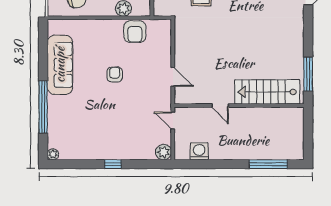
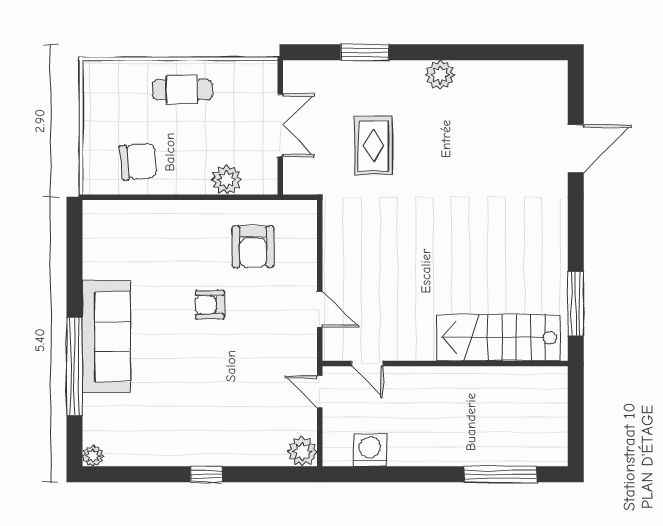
armchair: (135, 32) -> (253, 247), moved
sofa: (60, 65) -> (106, 337), moved
armchair: (115, 75) -> (210, 305), turned -90
door: (220, 106) -> (367, 364), moved

